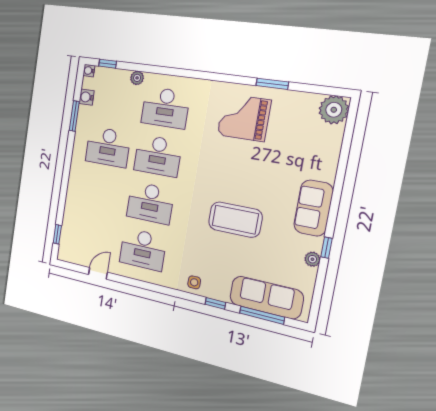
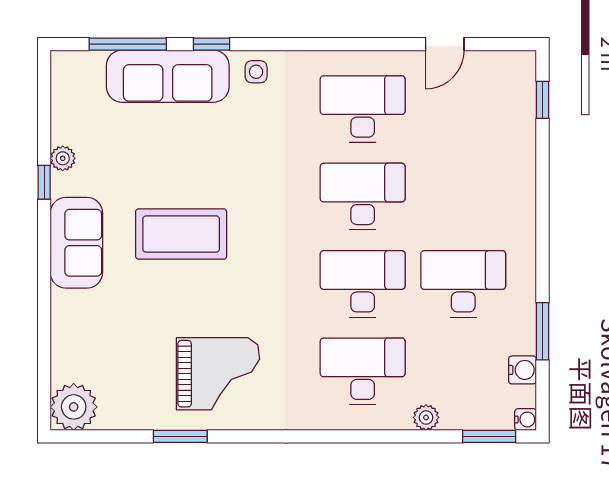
window: (108, 64) -> (489, 436), width x1.50
coffee table: (235, 220) -> (181, 234), moved
sofa: (266, 297) -> (168, 76), moved

